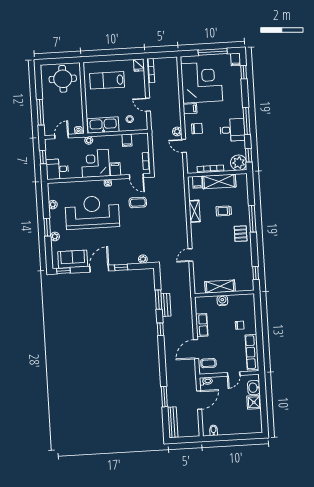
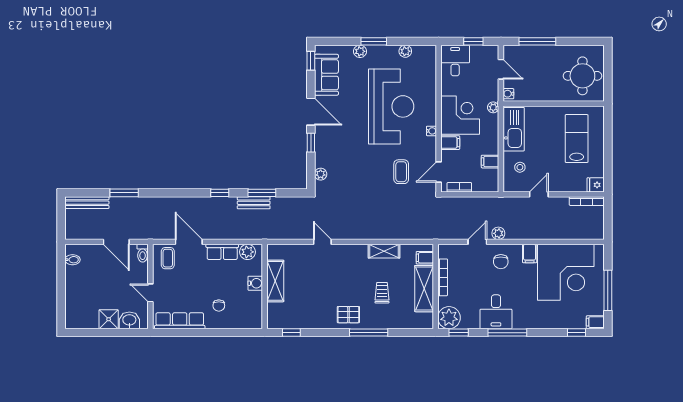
plant: (201, 307) -> (247, 252), added

